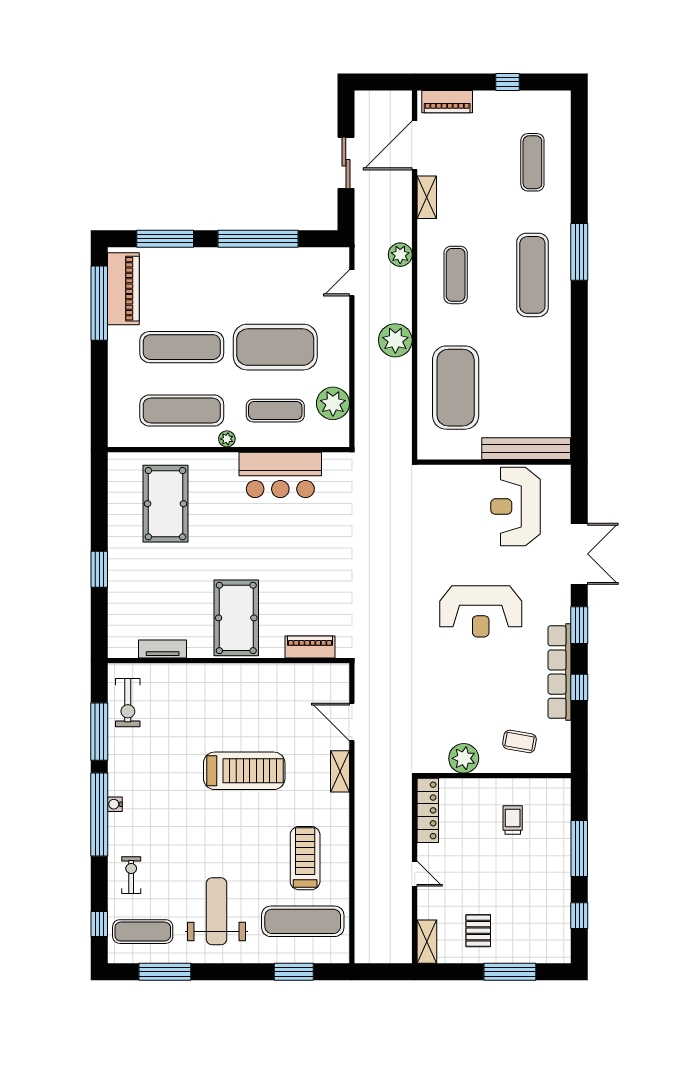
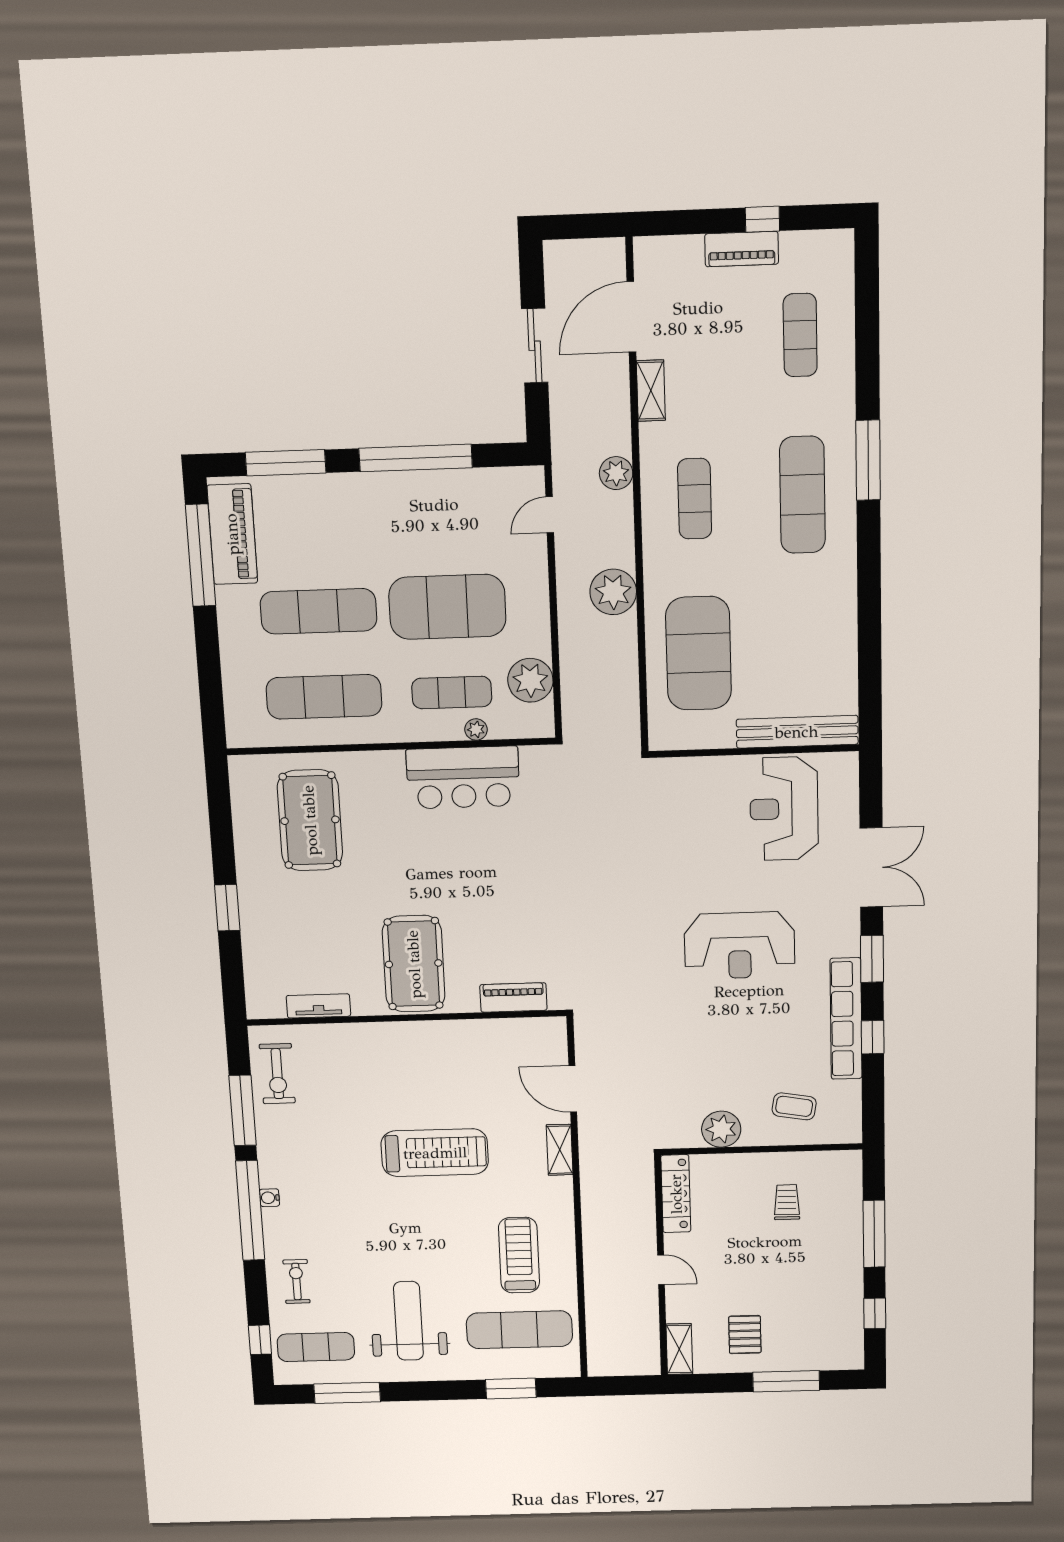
piano: (447, 102) -> (742, 249), moved
plant: (227, 439) -> (476, 729), moved

